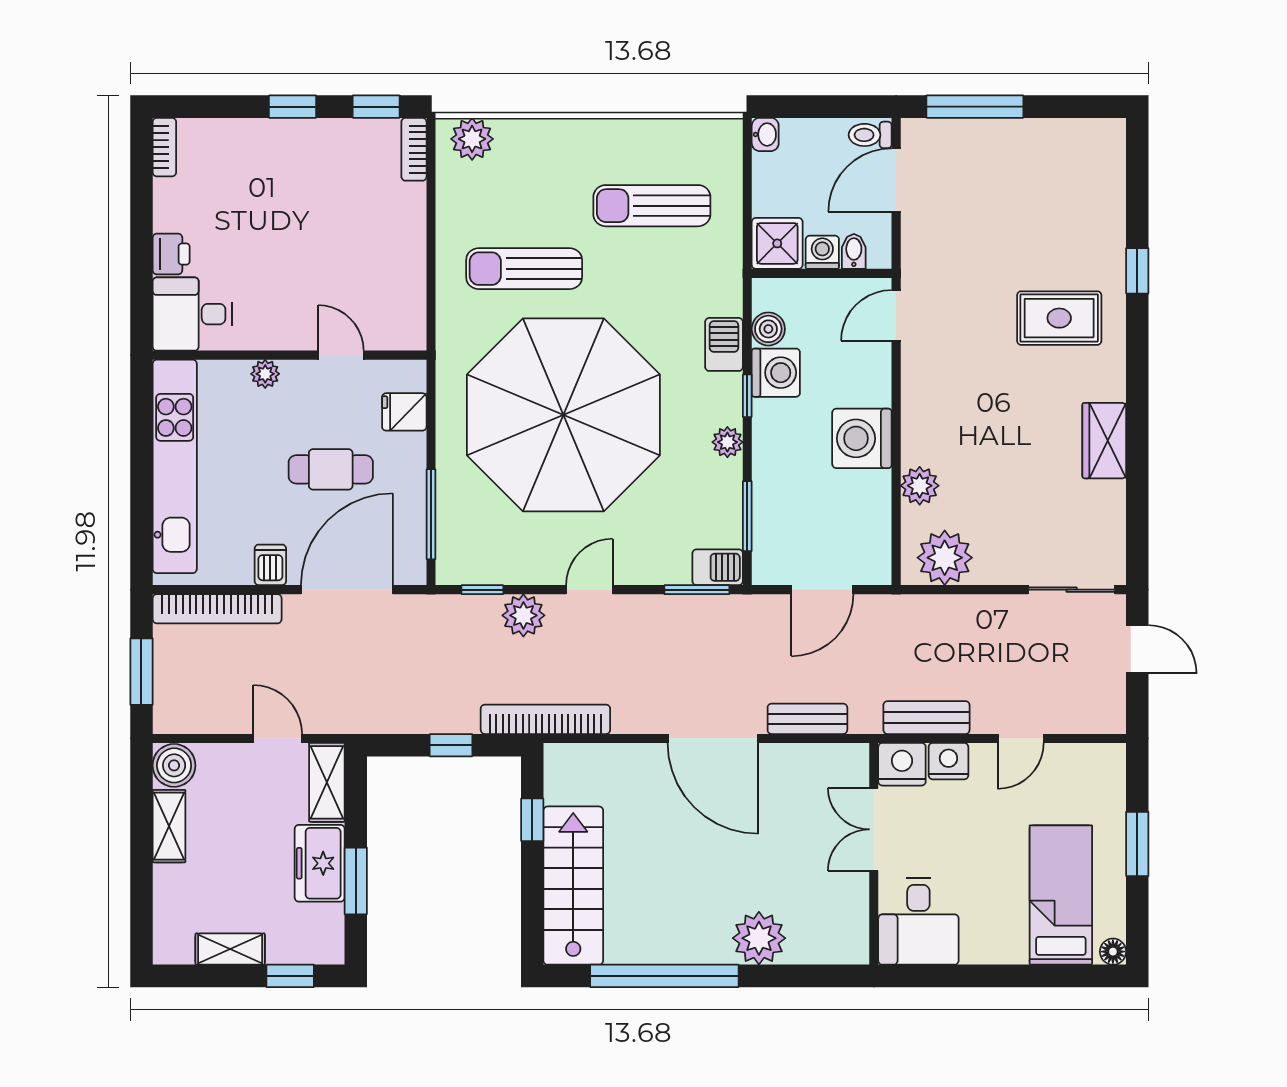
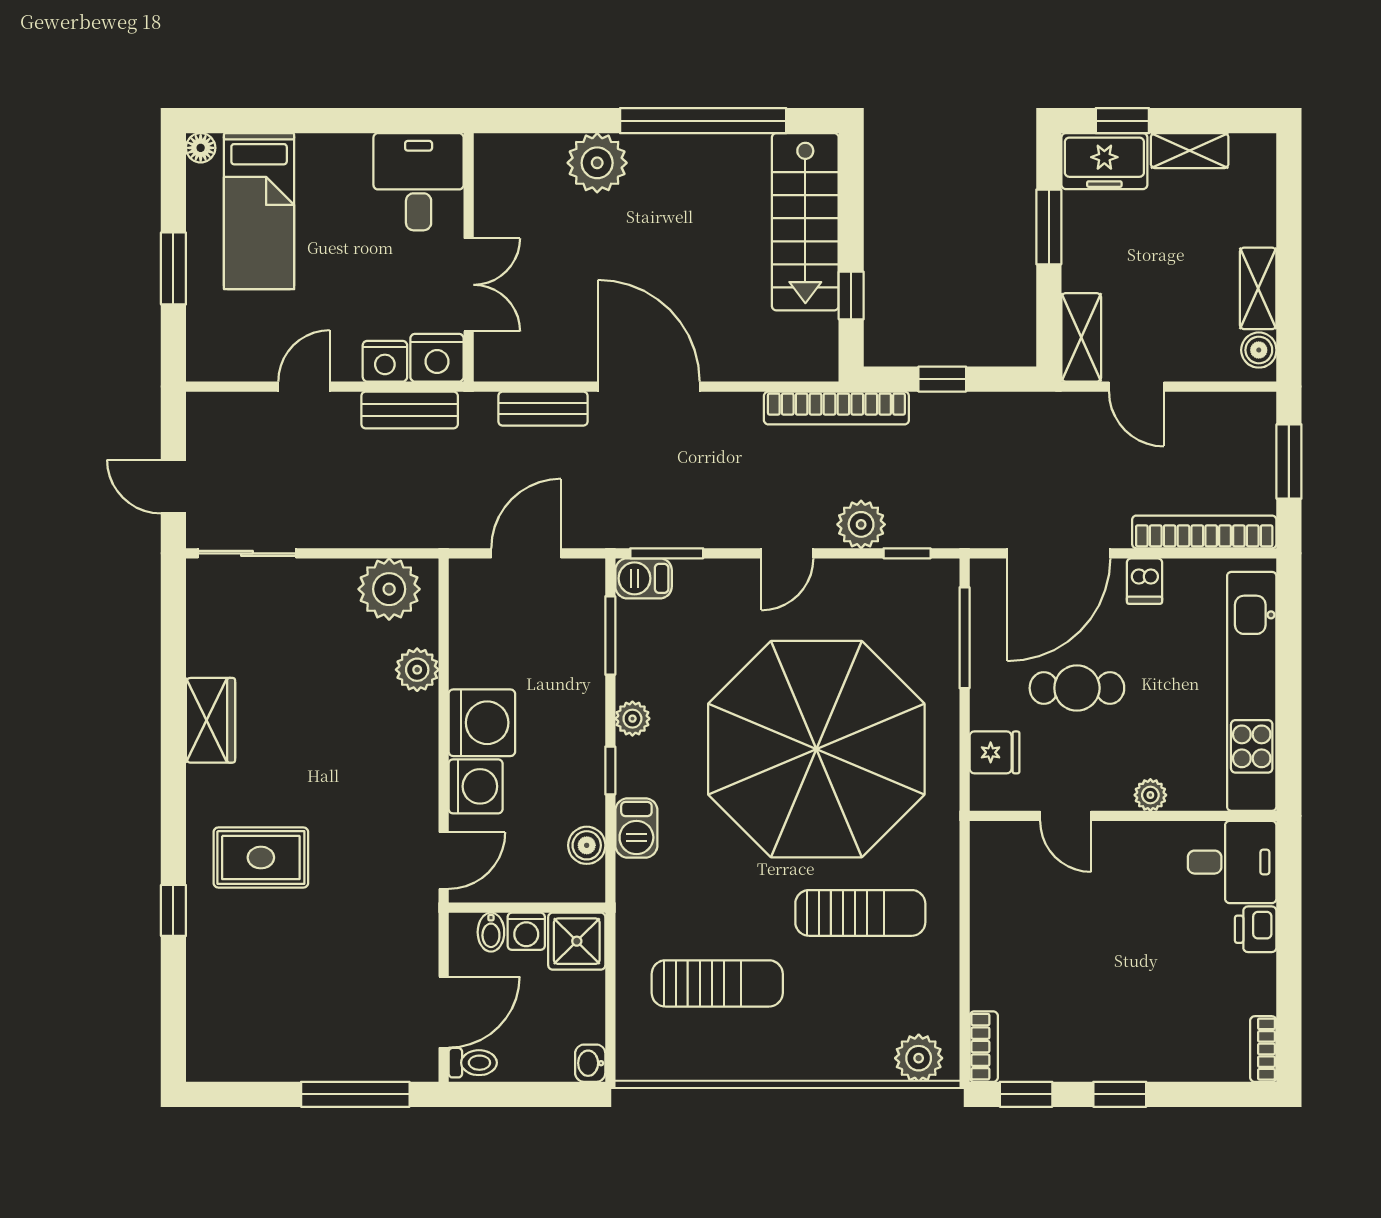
washing machine: (776, 373) -> (476, 786), moved, turned 180
boiler: (174, 765) -> (1259, 350), width x0.73, depth x0.73
freezer: (320, 863) -> (1104, 161), moved, turned 90

